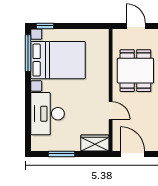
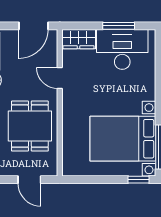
desk: (48, 114) -> (122, 49), moved, turned -90
door: (132, 154) -> (33, 26), hinge flipped

